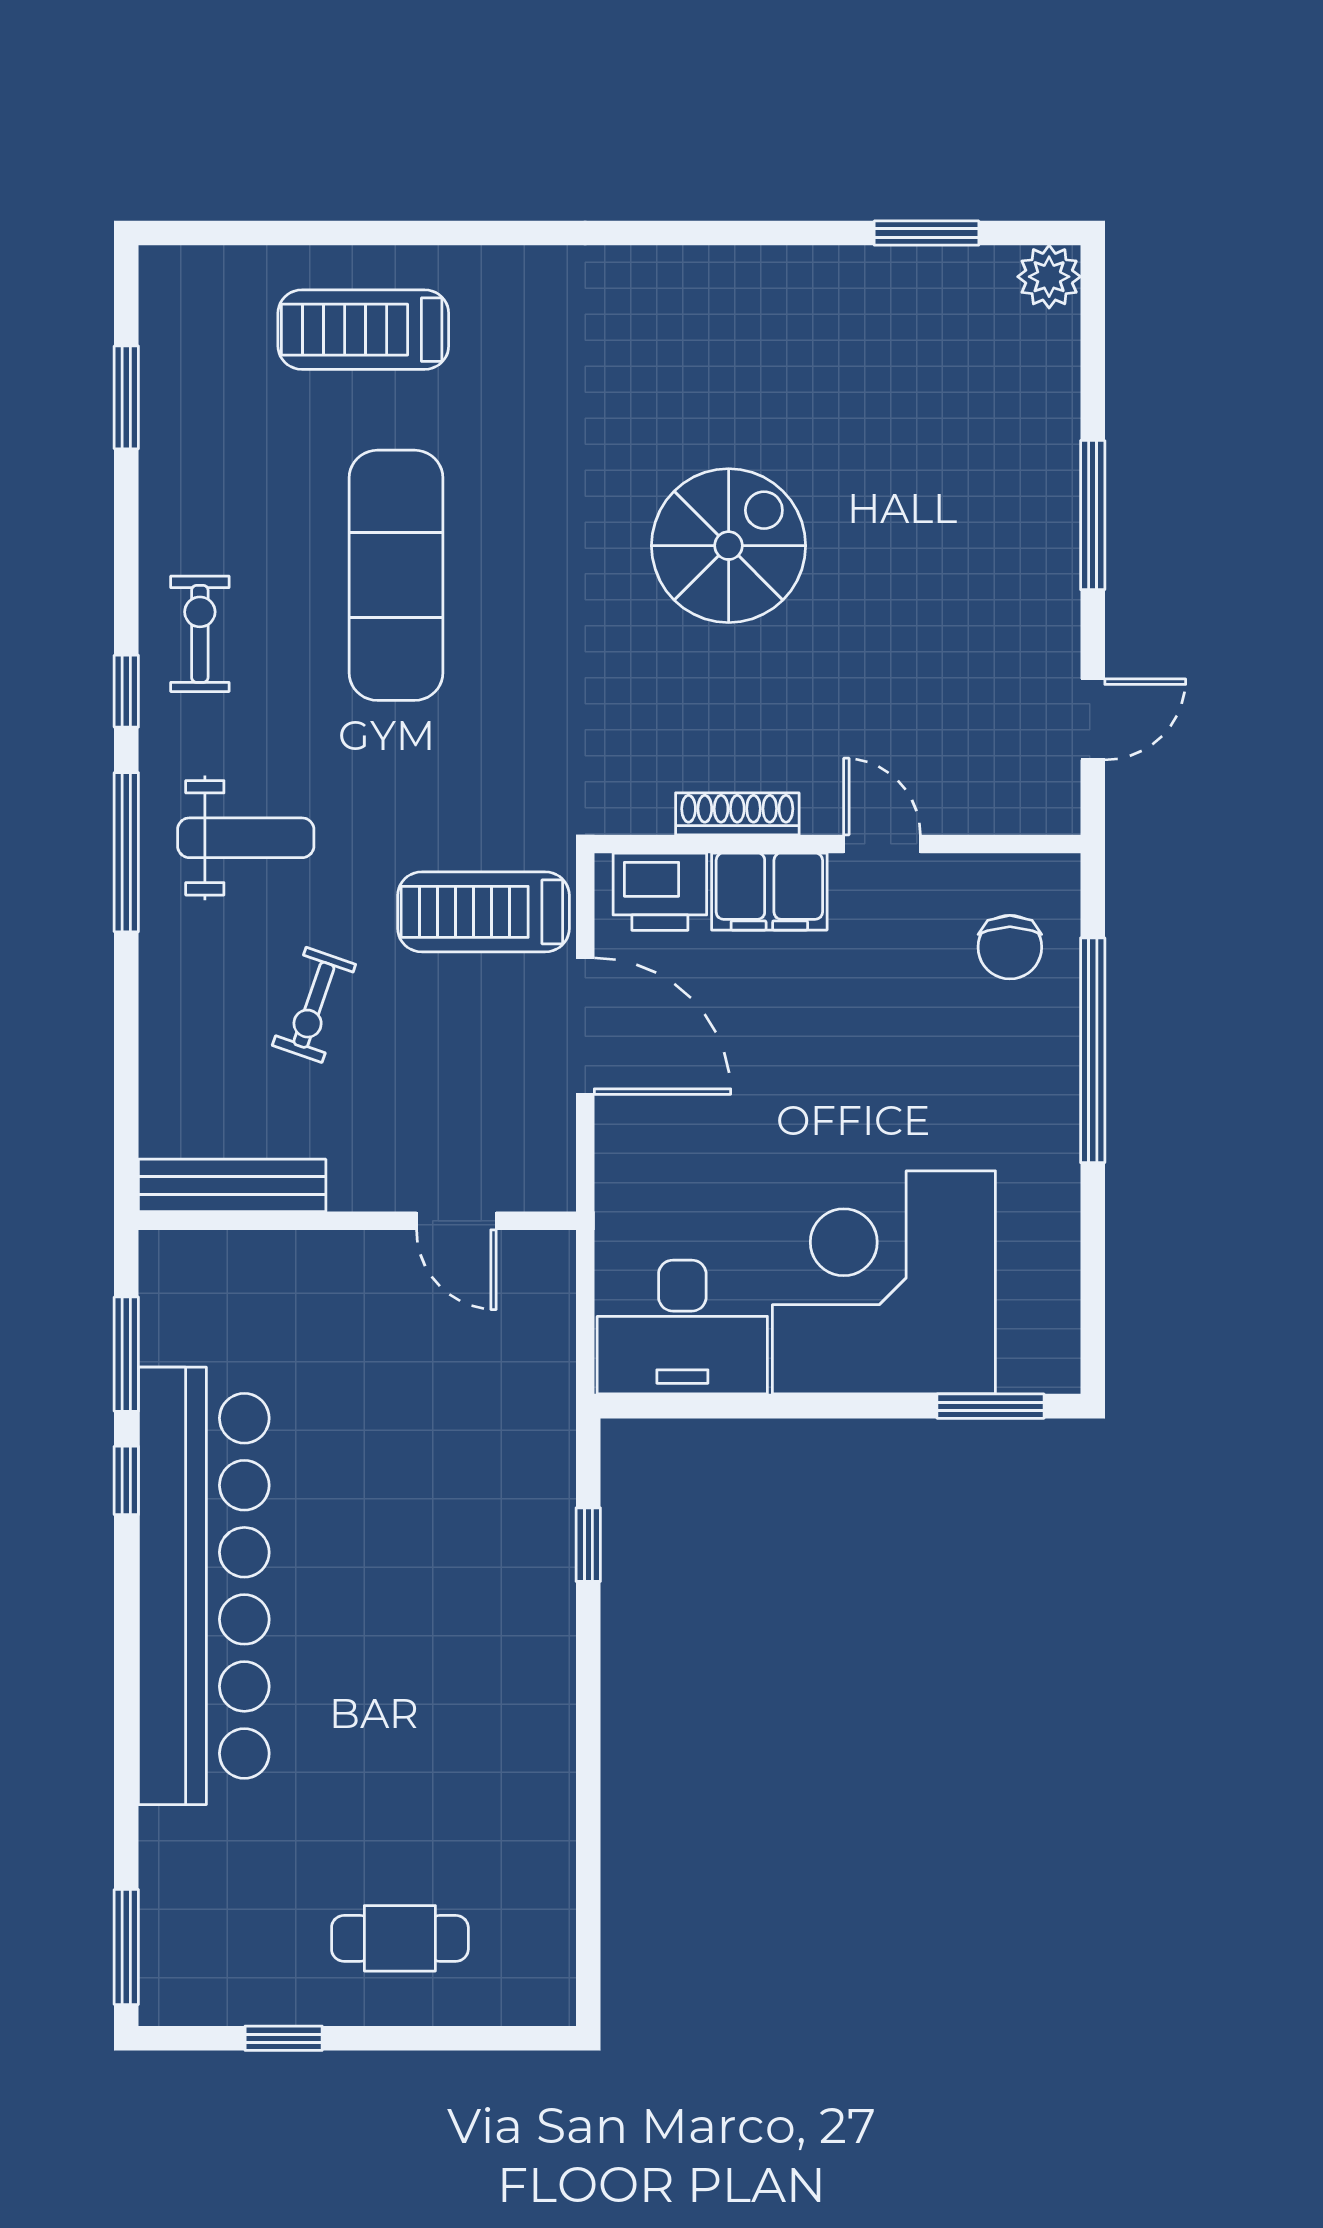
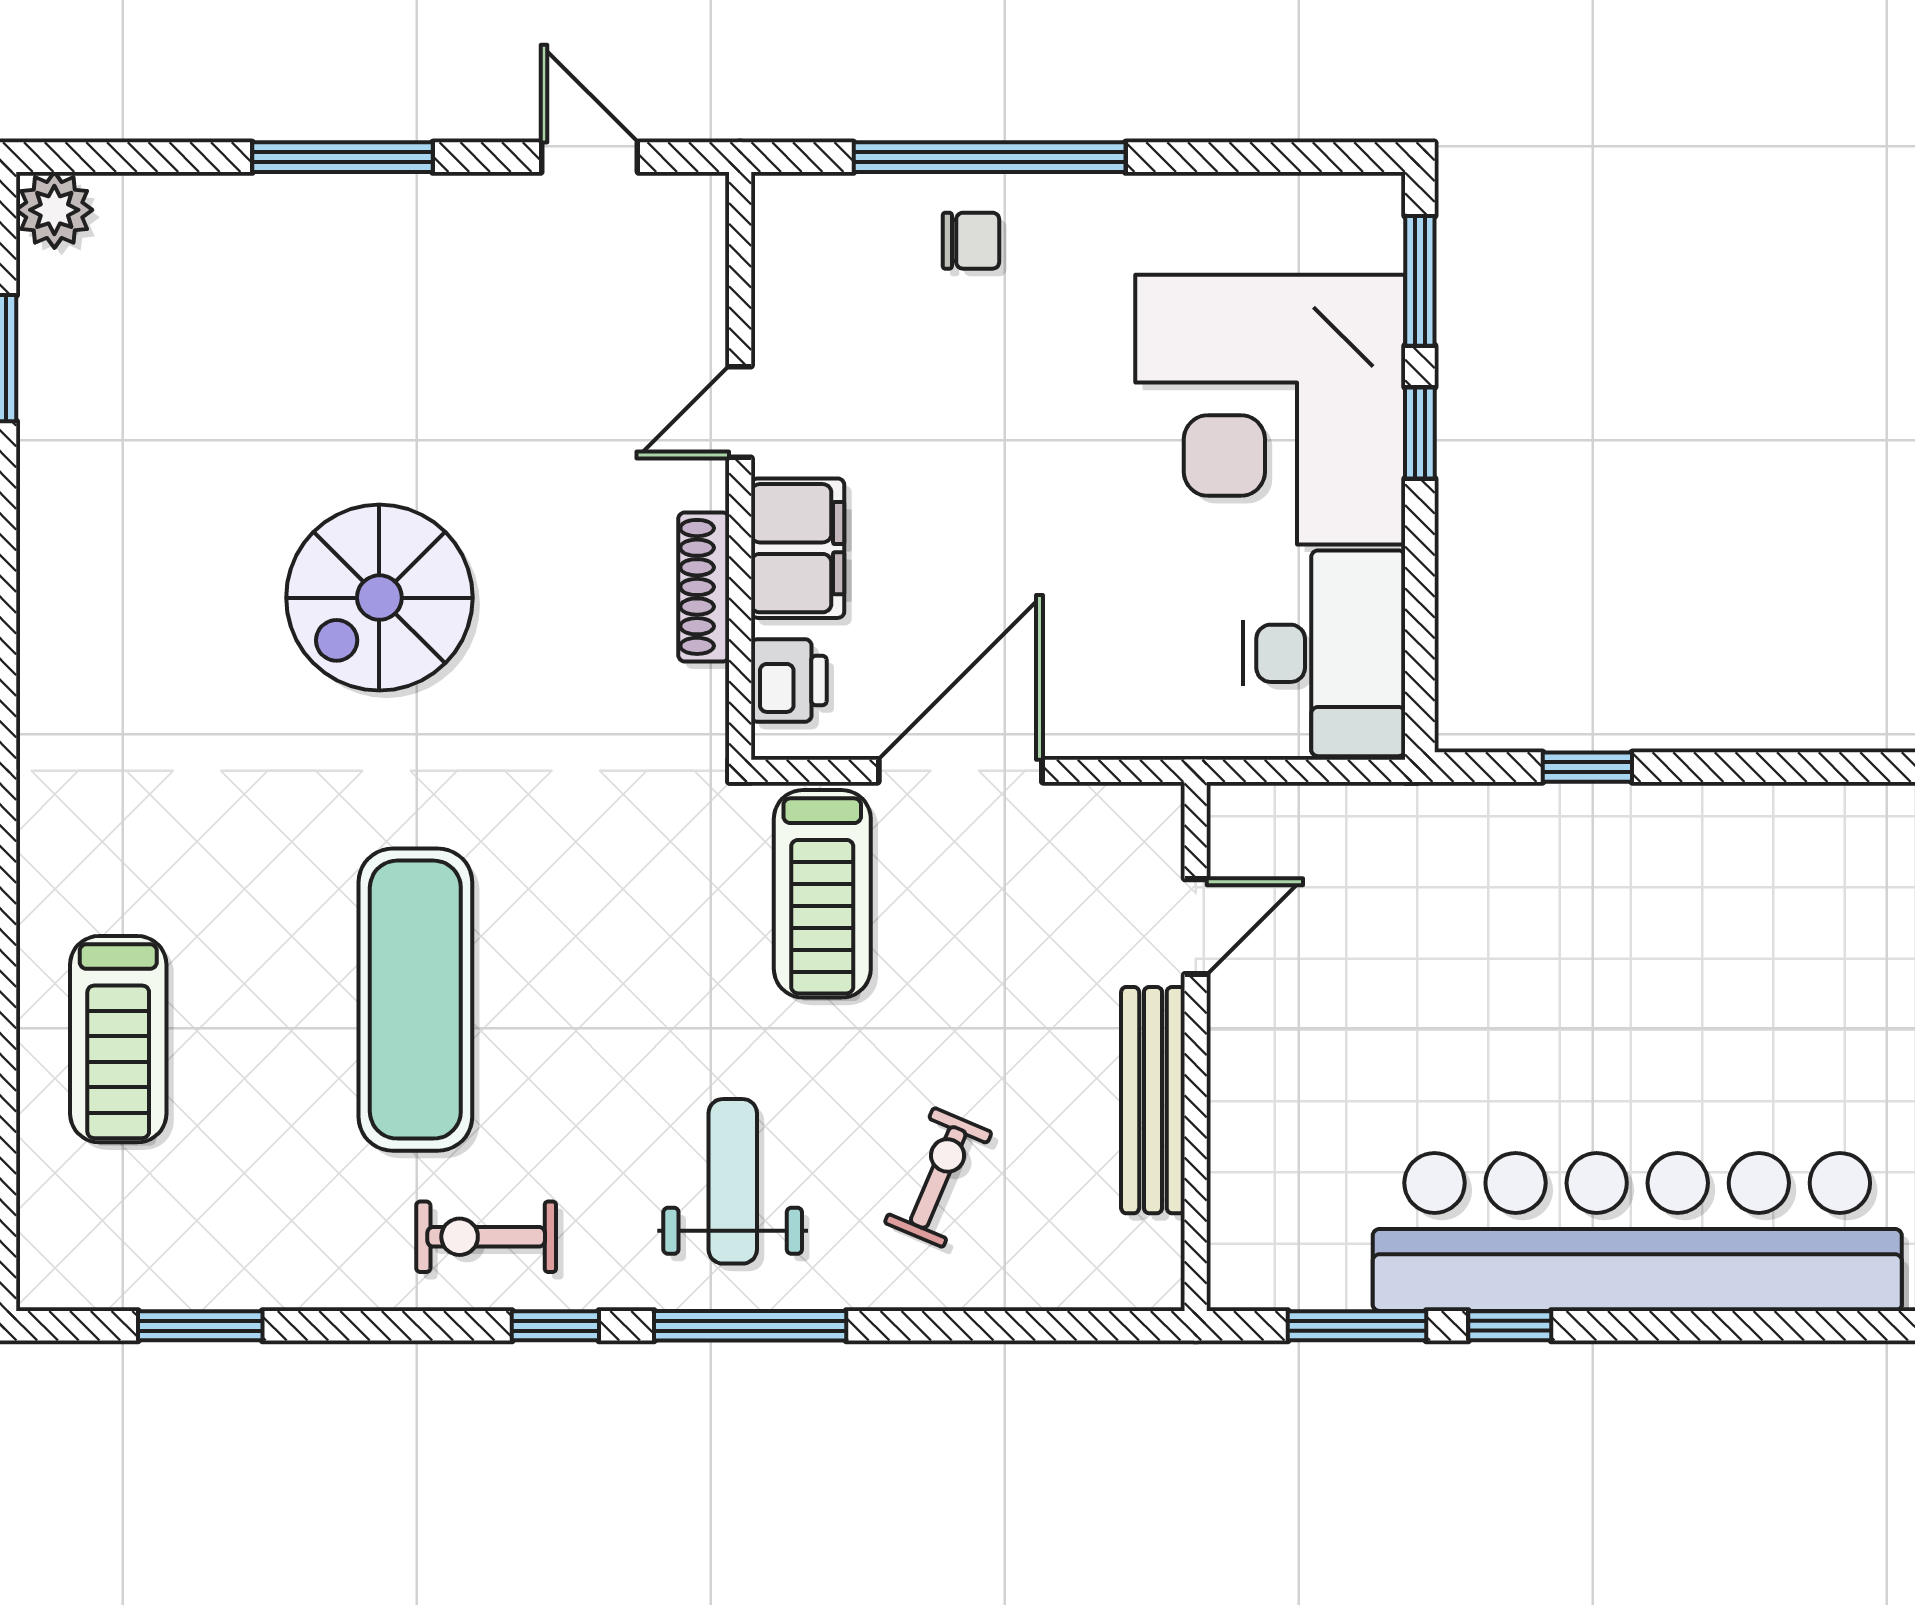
spiral stairs: (729, 546) -> (379, 598), turned -90
exercise mat: (396, 575) -> (415, 1000), turned 90
printer: (660, 892) -> (789, 680), width x0.73, depth x0.81
chair: (1010, 947) -> (971, 241), moved, width x0.73, depth x0.73
exercise bike: (314, 1005) -> (938, 1177), moved, turned -86
bench: (232, 1185) -> (1153, 1100), moved
window: (865, 1406) -> (1420, 433), added

